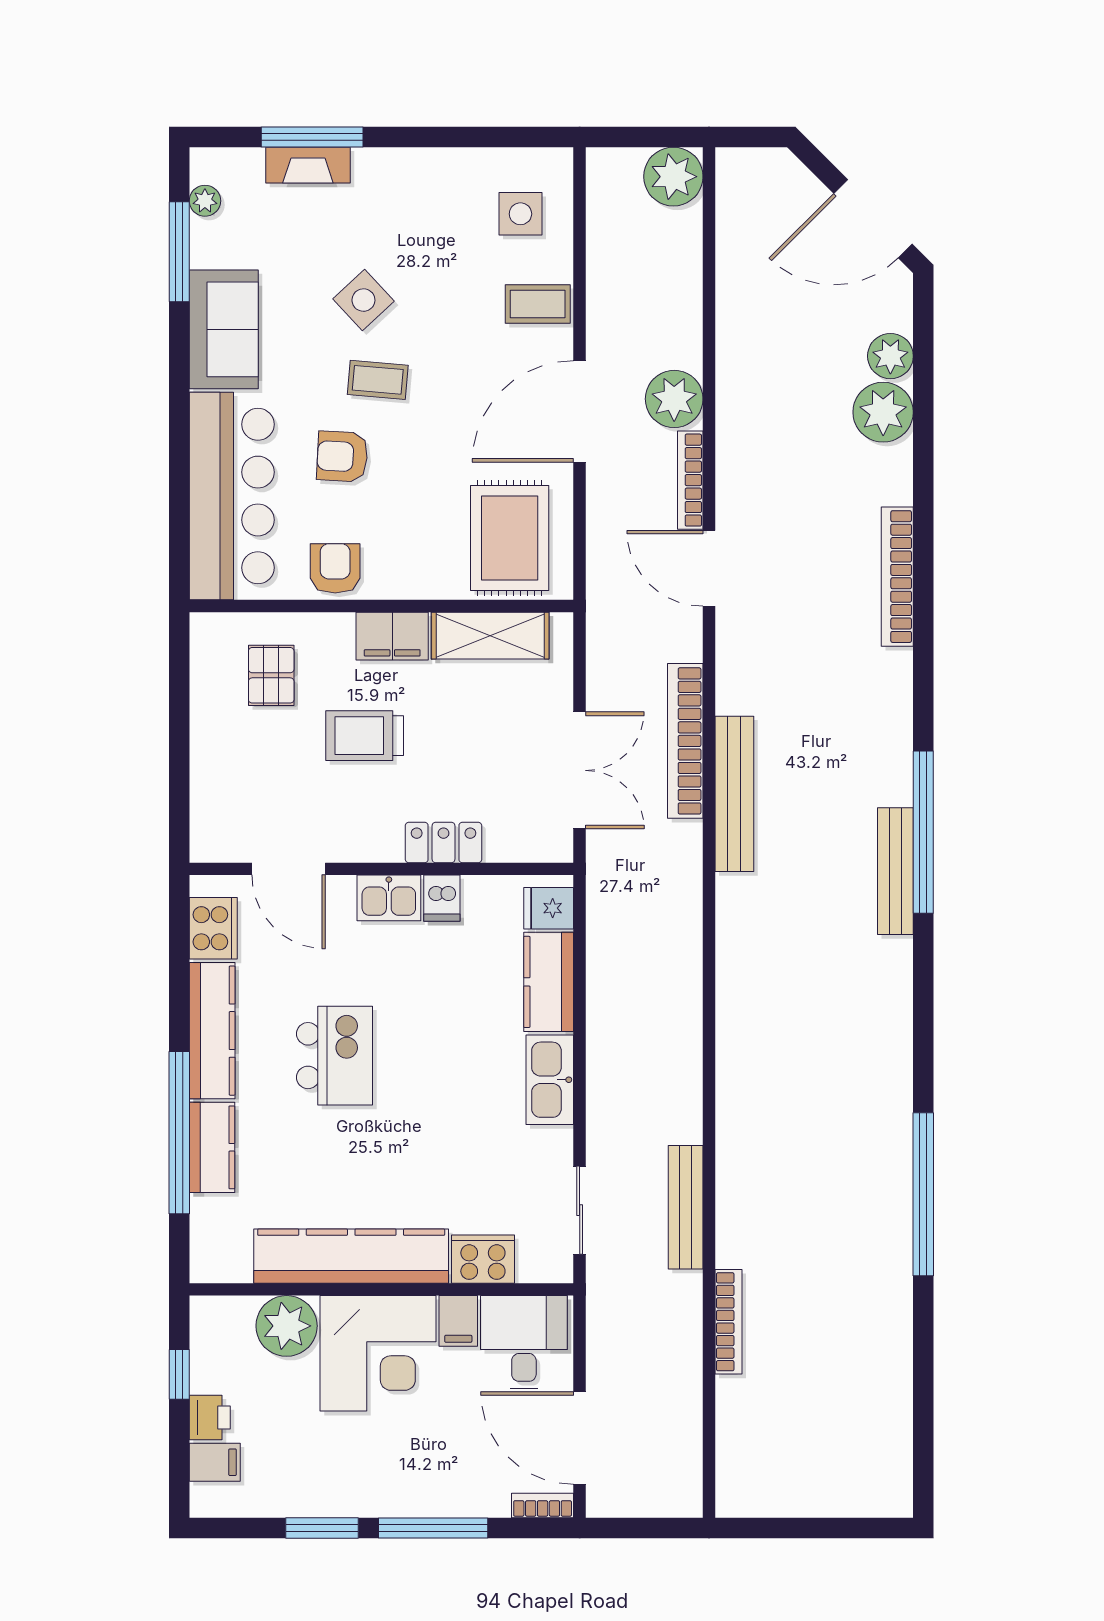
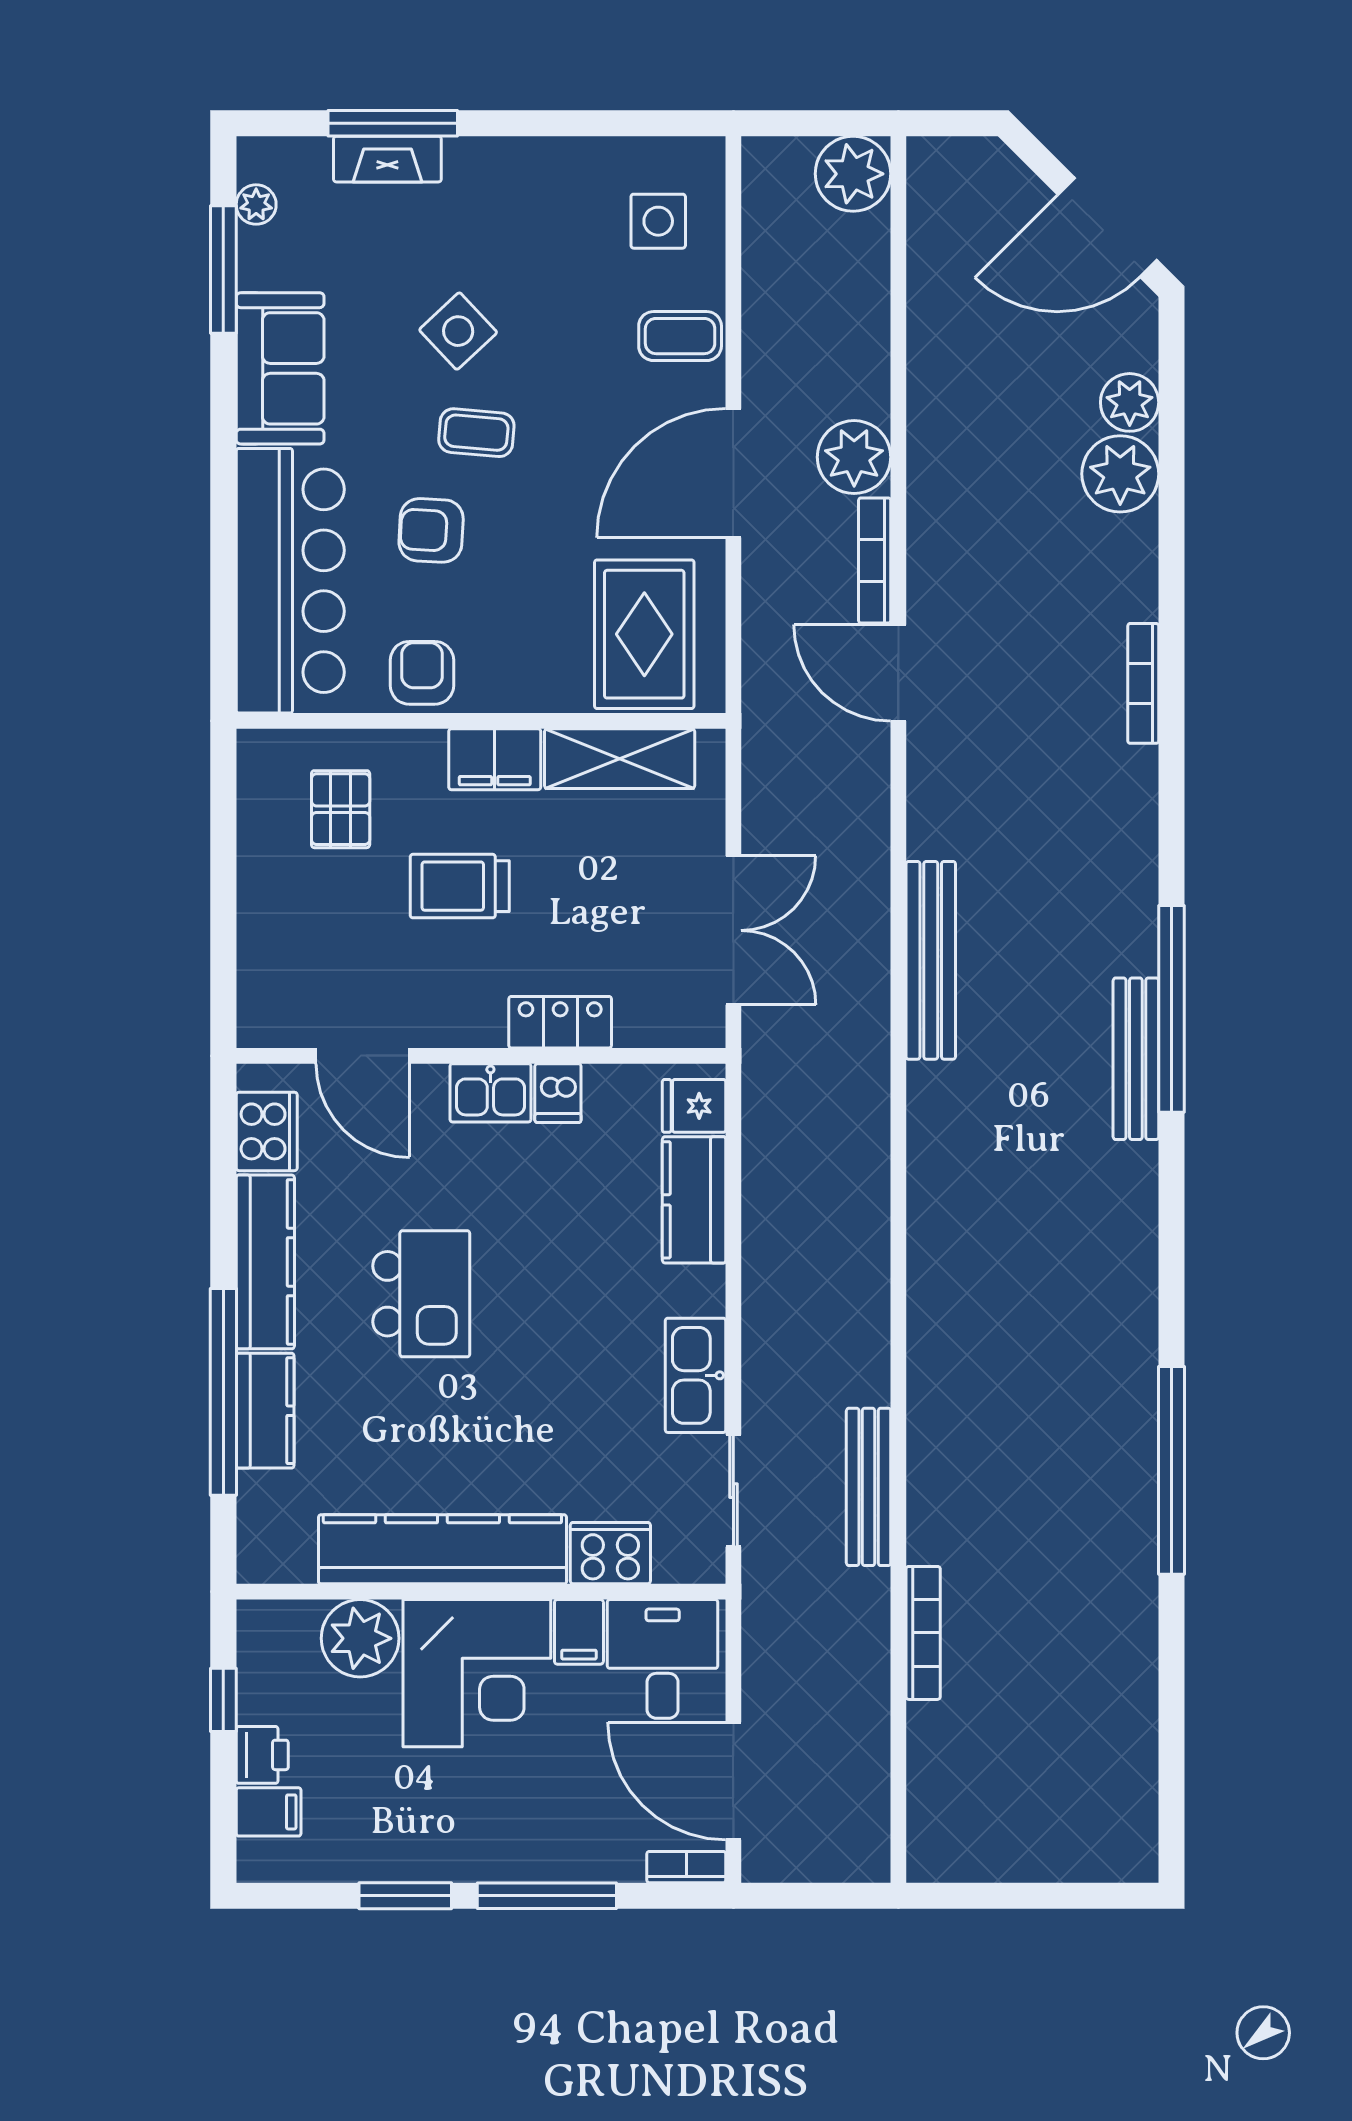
bookcase: (897, 577) -> (1143, 683), width x0.68, depth x0.76
bookcase: (685, 741) -> (868, 893), removed
kitchen sink: (550, 1080) -> (696, 1375), moved

